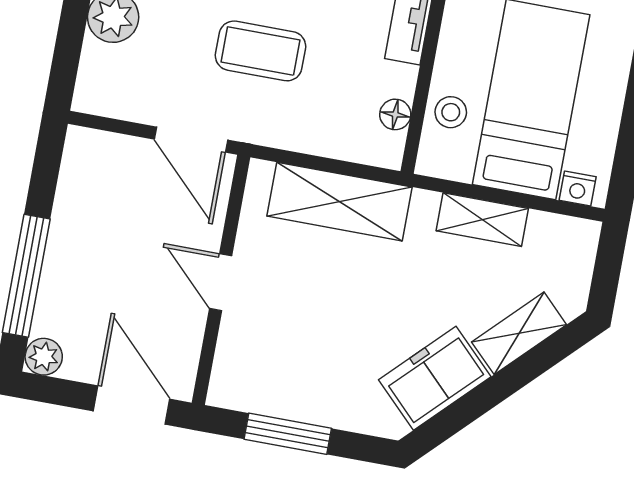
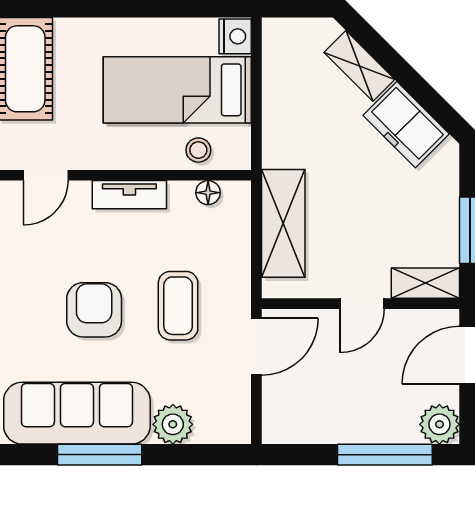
nightstand: (578, 189) -> (235, 36), width x1.39, depth x1.35
shelving: (482, 220) -> (425, 283), moved, turned 90
plant: (44, 357) -> (439, 424), width x1.38, depth x1.38

